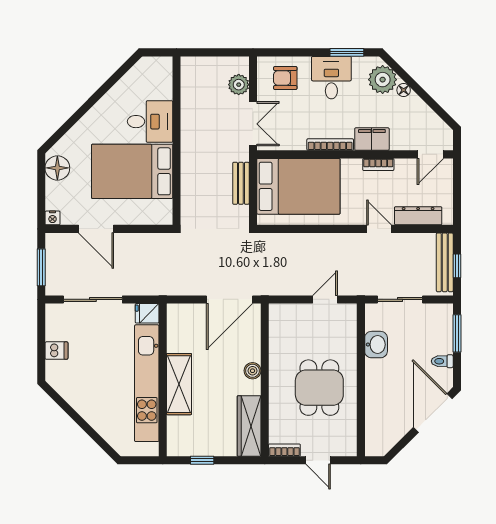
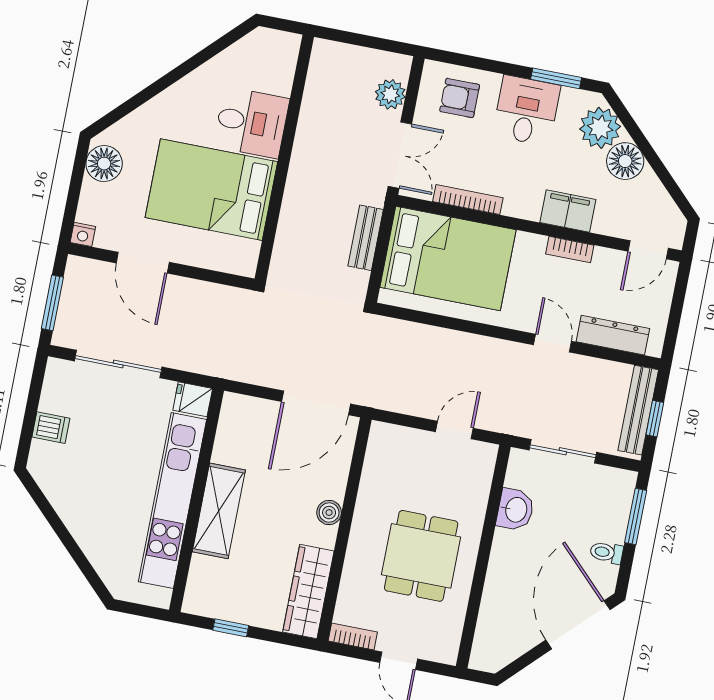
floor lamp: (404, 90) -> (625, 161), width x1.89, depth x1.89
bookcase: (330, 145) -> (468, 200), moved

